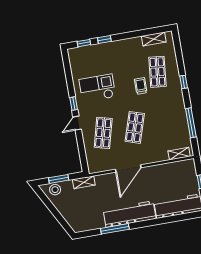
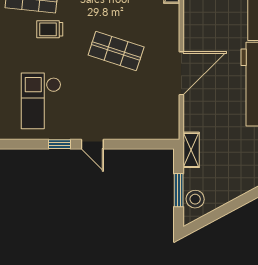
shop shelf: (103, 133) -> (116, 104), removed
door: (128, 168) -> (181, 73), hinge flipped

